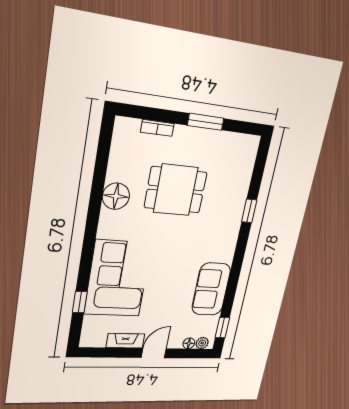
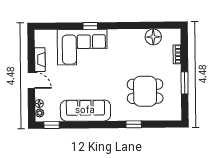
dining table: (176, 190) -> (145, 91), moved, turned 90
floor lamp: (116, 196) -> (153, 37), moved
sofa: (211, 289) -> (85, 111), width x1.36
window: (80, 302) -> (90, 26), moved

